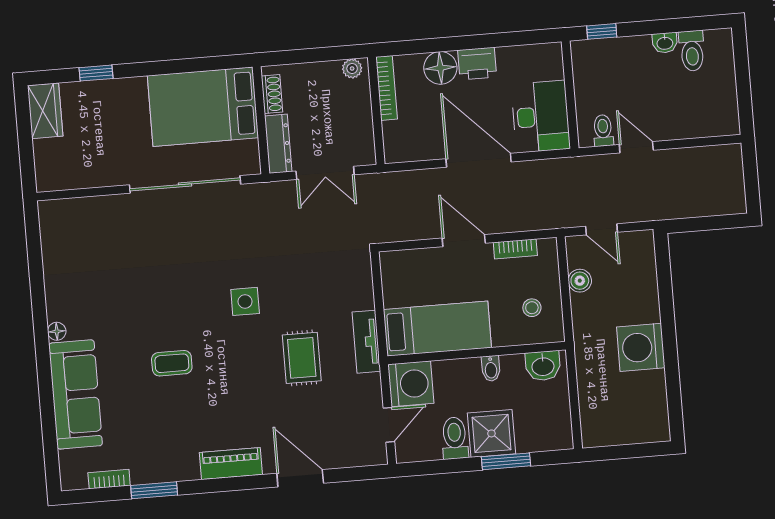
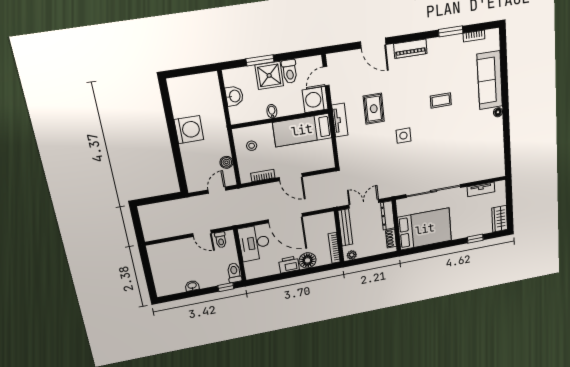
toilet: (692, 51) -> (234, 273), moved
bench: (363, 128) -> (345, 228), added
tv unit: (87, 178) -> (481, 189), added
door: (601, 229) -> (217, 190), hinge flipped
washbasin: (543, 366) -> (234, 96), moved, turned 90

